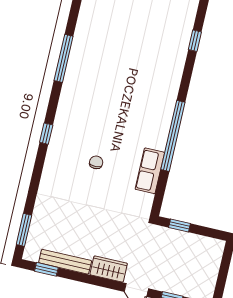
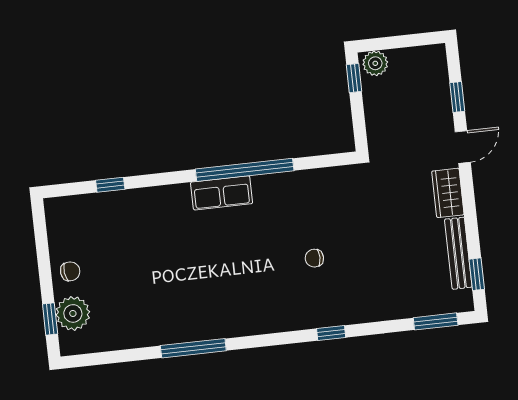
window: (46, 134) -> (331, 333), moved
row of seats: (150, 171) -> (222, 193), moved
window: (179, 225) -> (354, 78), moved
plant: (214, 250) -> (375, 63), added

